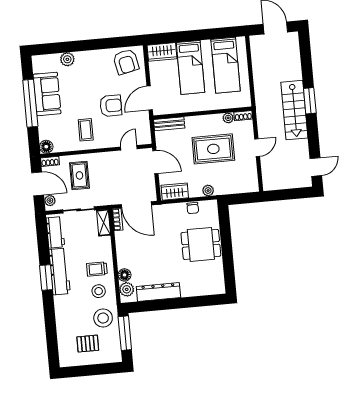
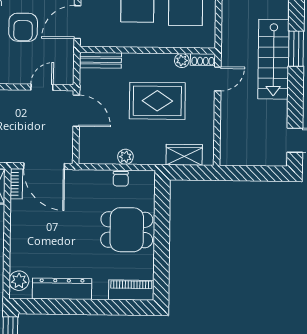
armchair: (111, 106) -> (23, 27), turned 90
door: (257, 148) -> (218, 79), moved
plant: (208, 191) -> (125, 157), moved
wardrobe: (175, 192) -> (184, 155), moved
floor lamp: (125, 275) -> (18, 261), removed
piano: (209, 288) -> (131, 290), added

